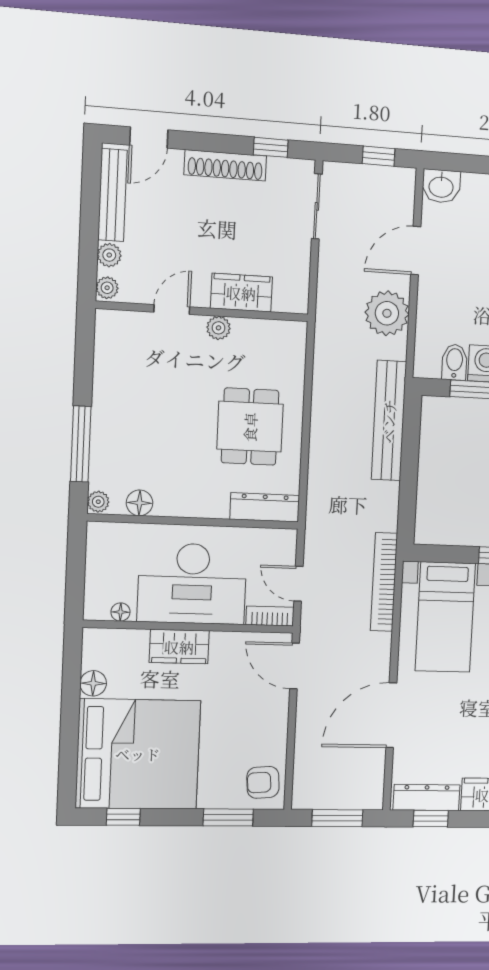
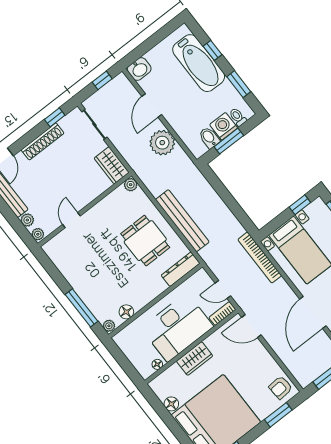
wardrobe: (241, 293) -> (112, 165), moved, turned -90
plant: (219, 328) -> (131, 185), moved
bench: (389, 421) -> (182, 221), moved

